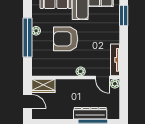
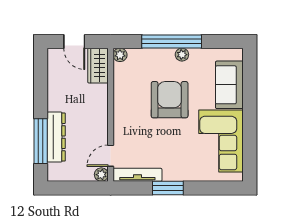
window: (124, 16) -> (168, 188), moved
plant: (81, 71) -> (120, 55), moved
door: (27, 101) -> (74, 41), hinge flipped

